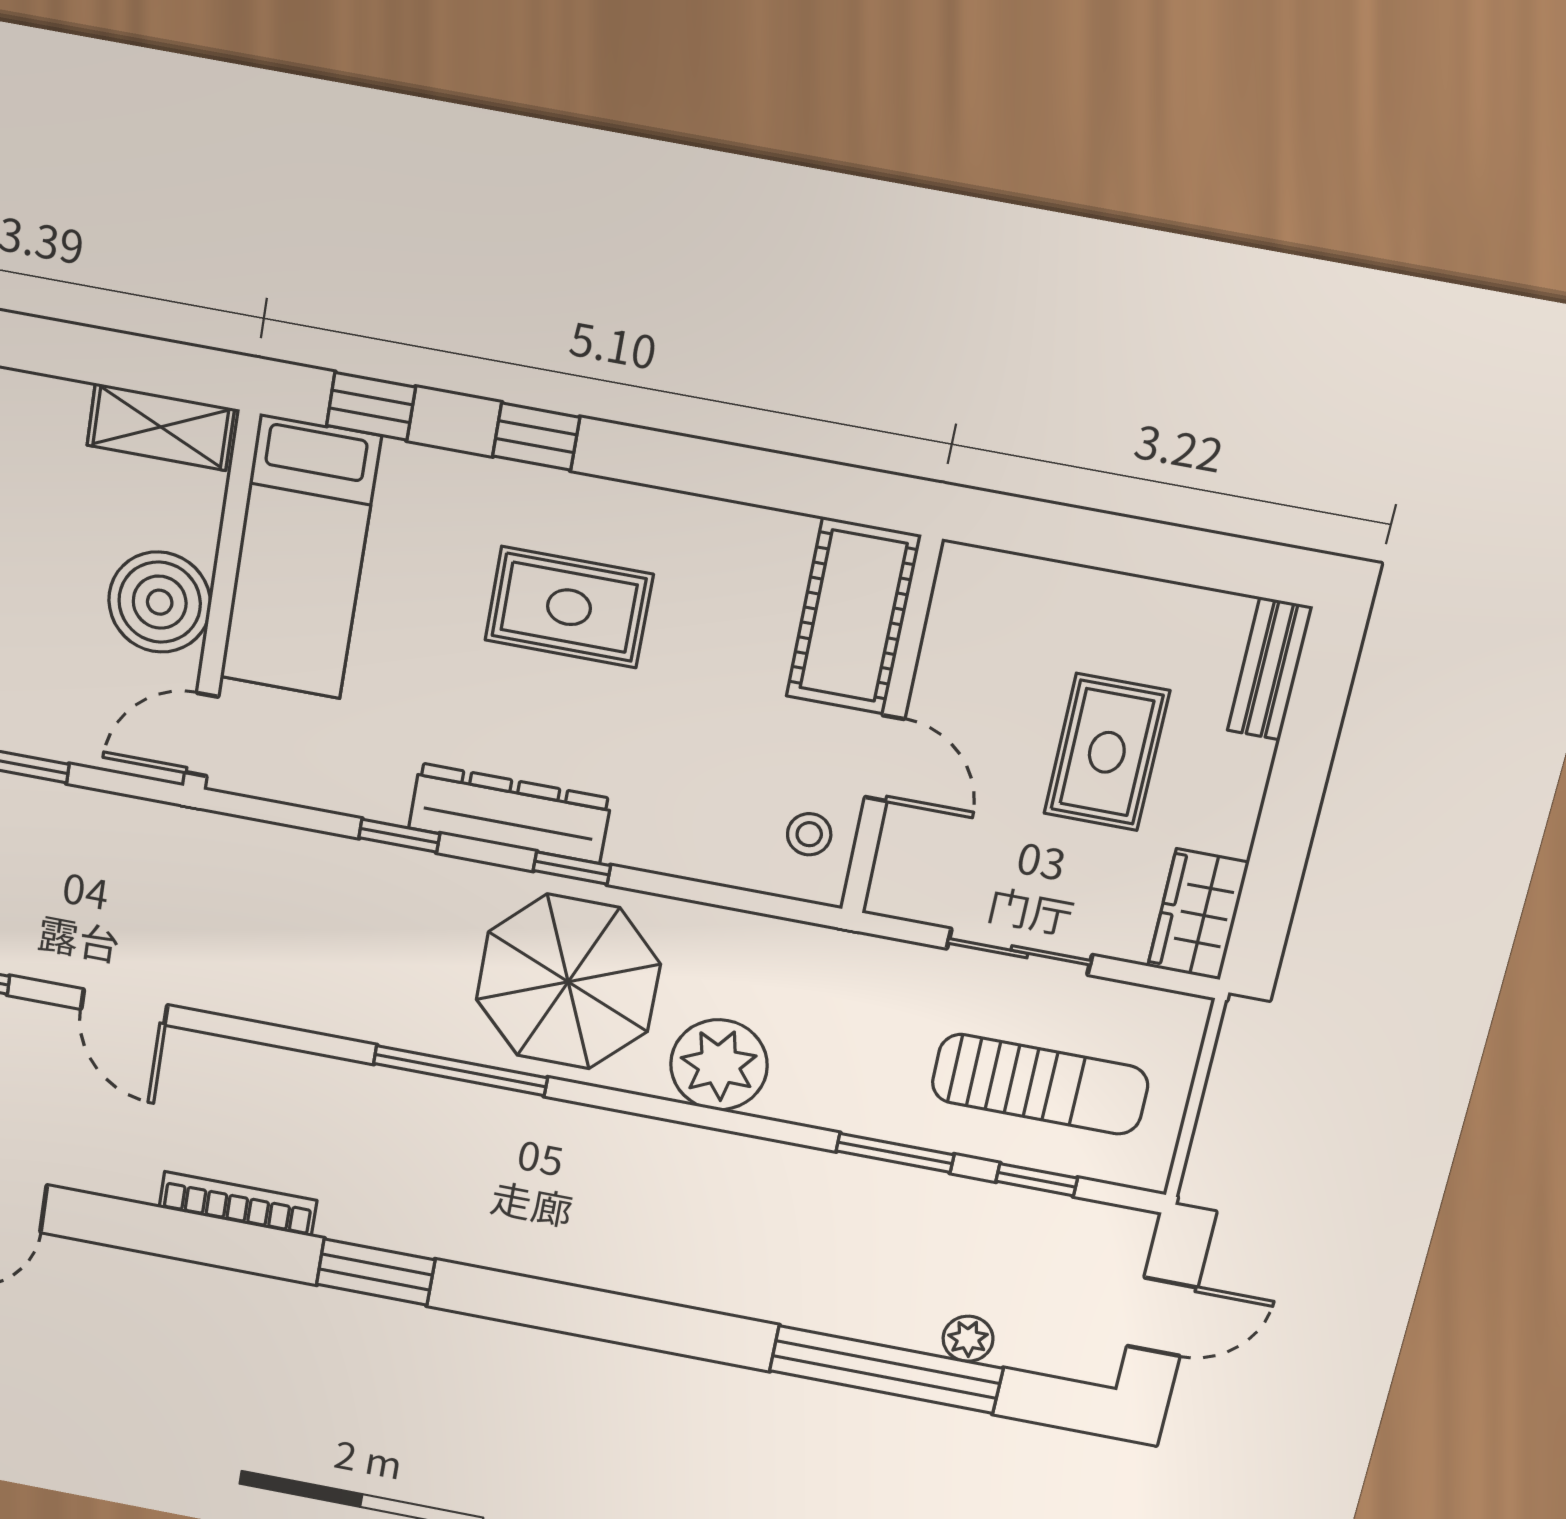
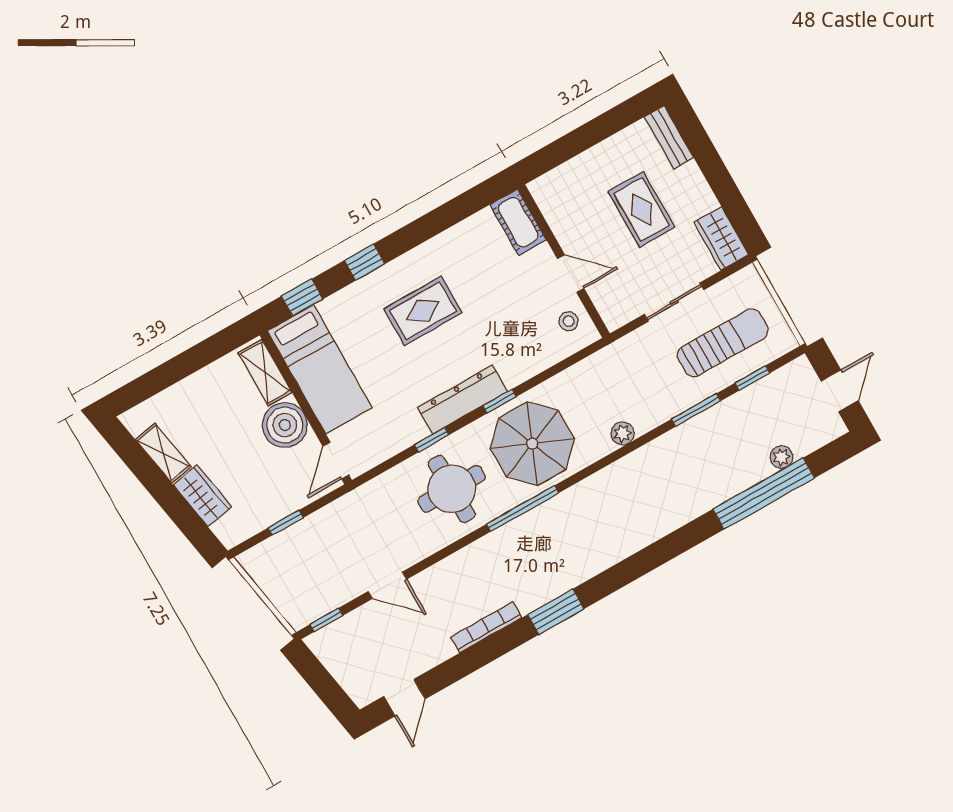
shelving: (161, 427) -> (265, 373), moved, turned 90
cot: (853, 616) -> (518, 222), width x0.73, depth x0.75
round table: (365, 943) -> (452, 489), added
plant: (719, 1065) -> (623, 433), width x0.53, depth x0.53

